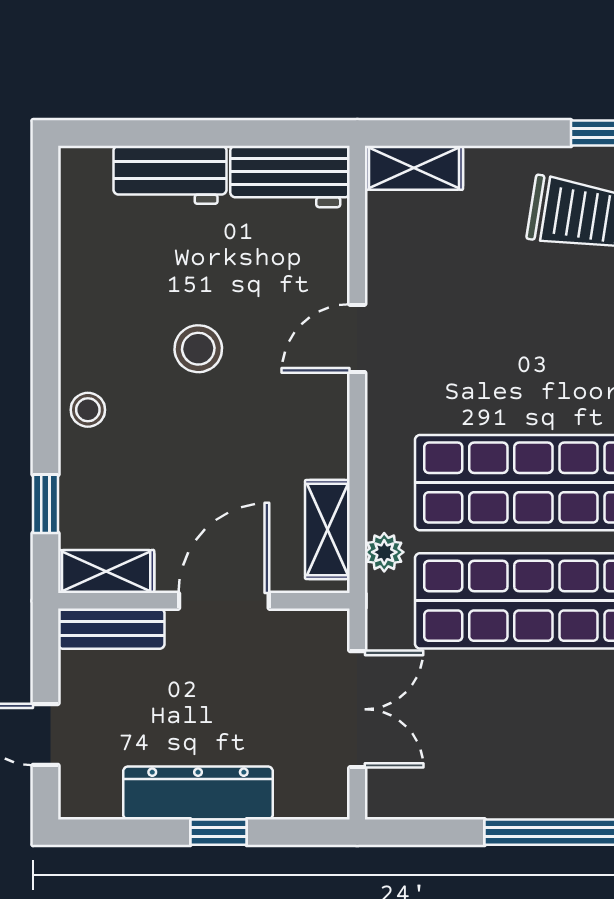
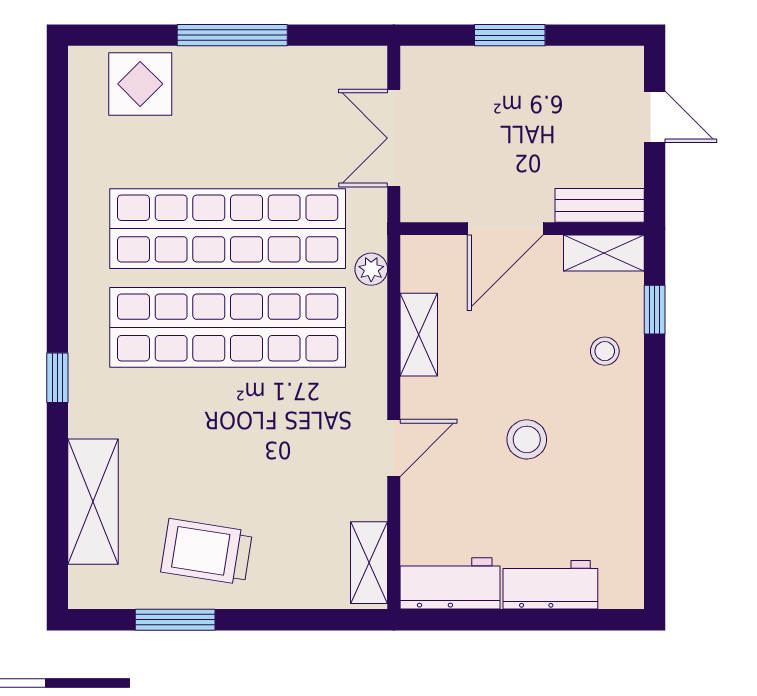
shelving: (414, 168) -> (369, 563), moved, turned 90
stool: (88, 410) -> (605, 351), moved
shelving: (327, 530) -> (419, 335), moved
dresser: (198, 793) -> (527, 68), removed
window: (219, 832) -> (510, 35), width x1.50

